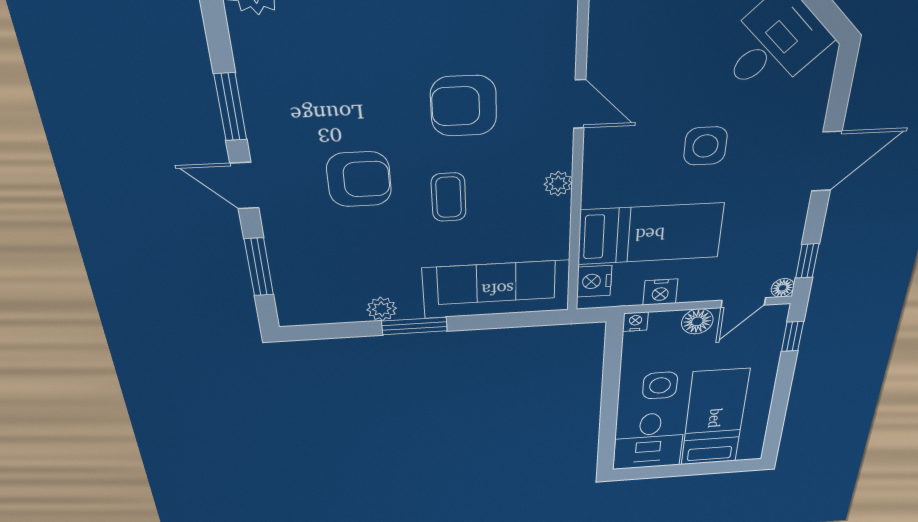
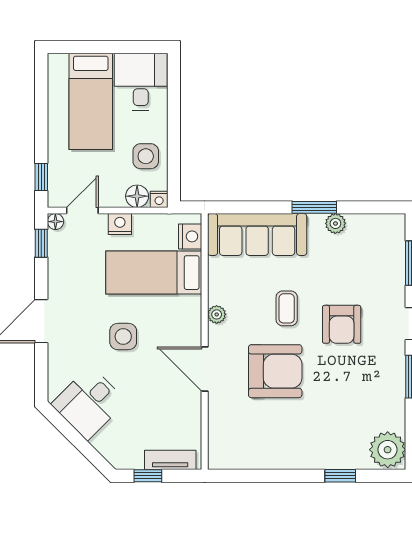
door: (580, 104) -> (205, 369), width x1.38
armchair: (464, 106) -> (275, 371), width x1.36, depth x1.36
armchair: (359, 179) -> (342, 324), turned -90
nightstand: (660, 292) -> (120, 224), moved
floor lamp: (697, 321) -> (137, 196), moved
side table: (660, 385) -> (146, 156), moved

